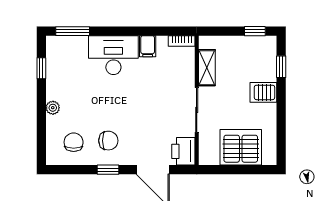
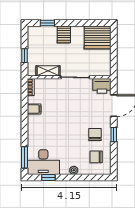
window: (255, 31) -> (24, 56), moved
desk: (113, 55) -> (43, 162), moved, turned -90
server rack: (241, 147) -> (98, 37), moved, turned -90

